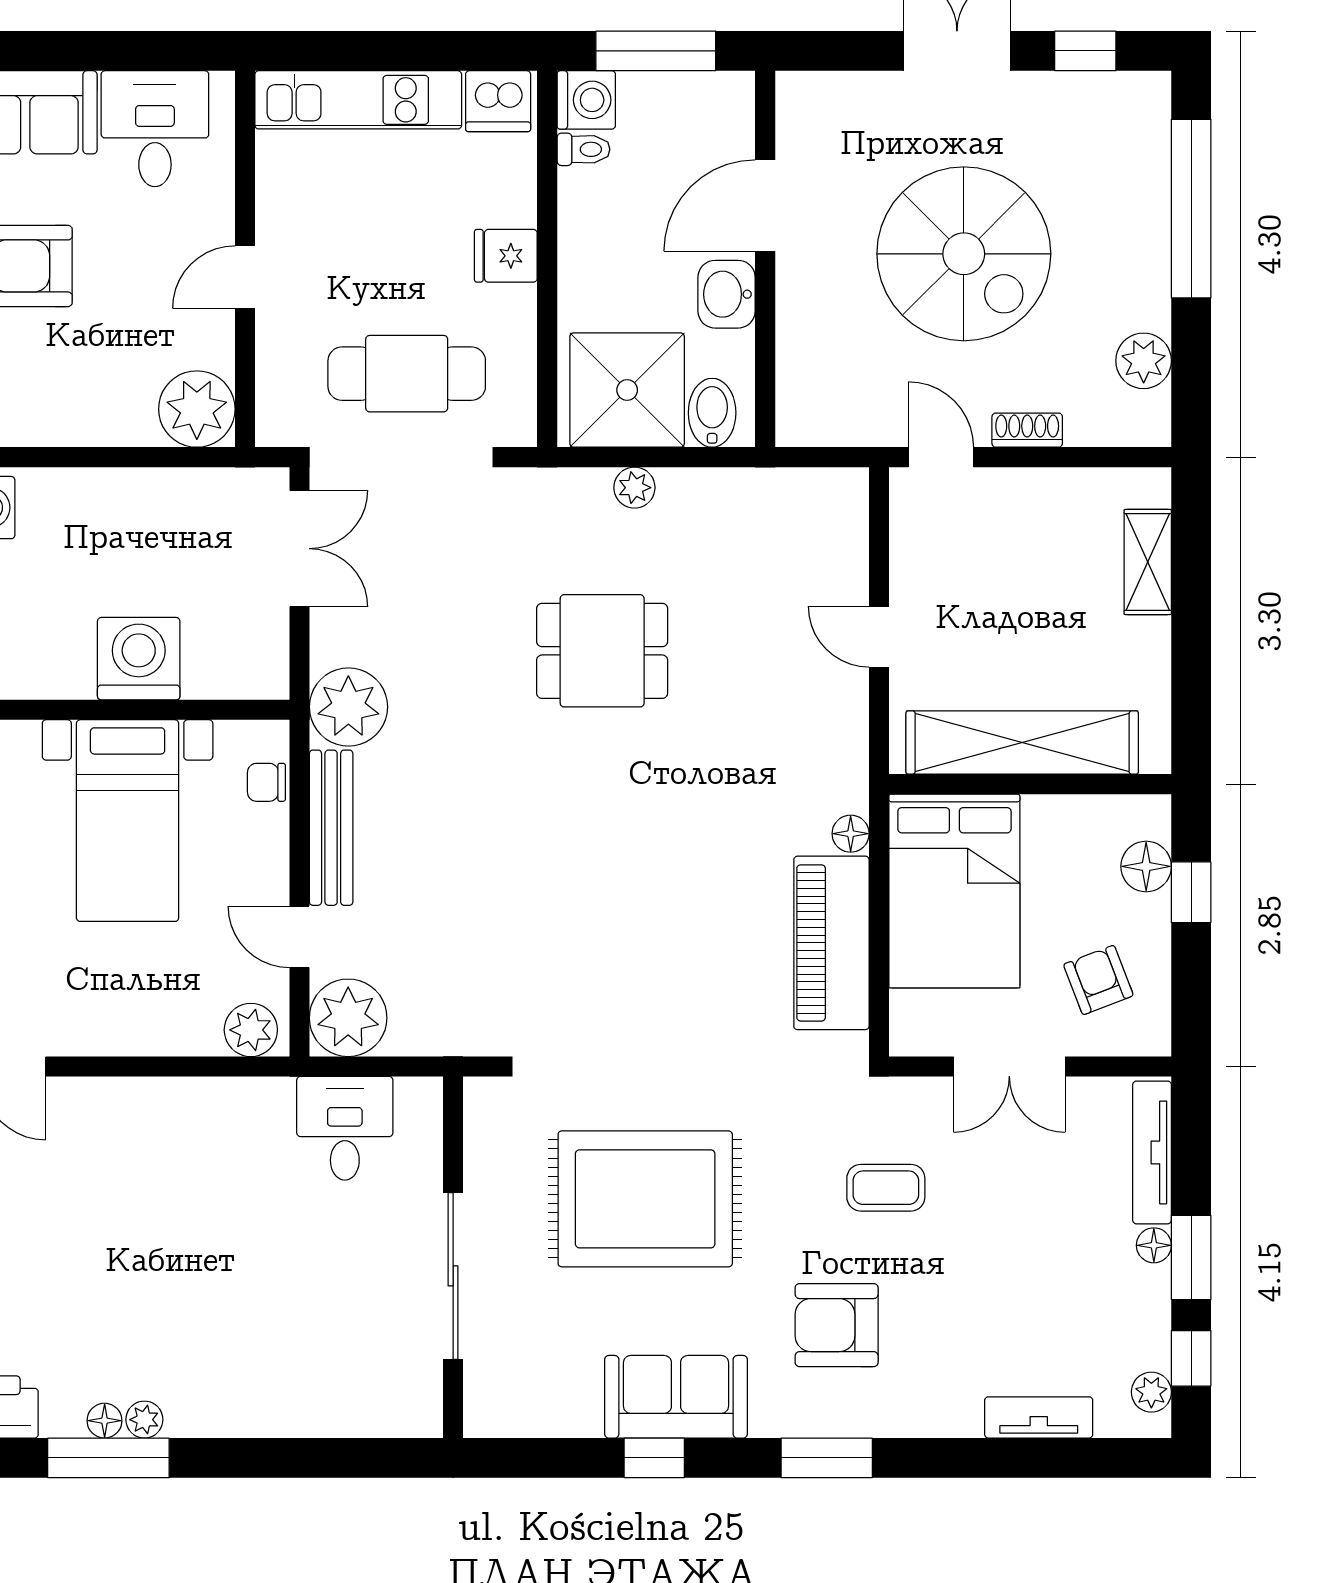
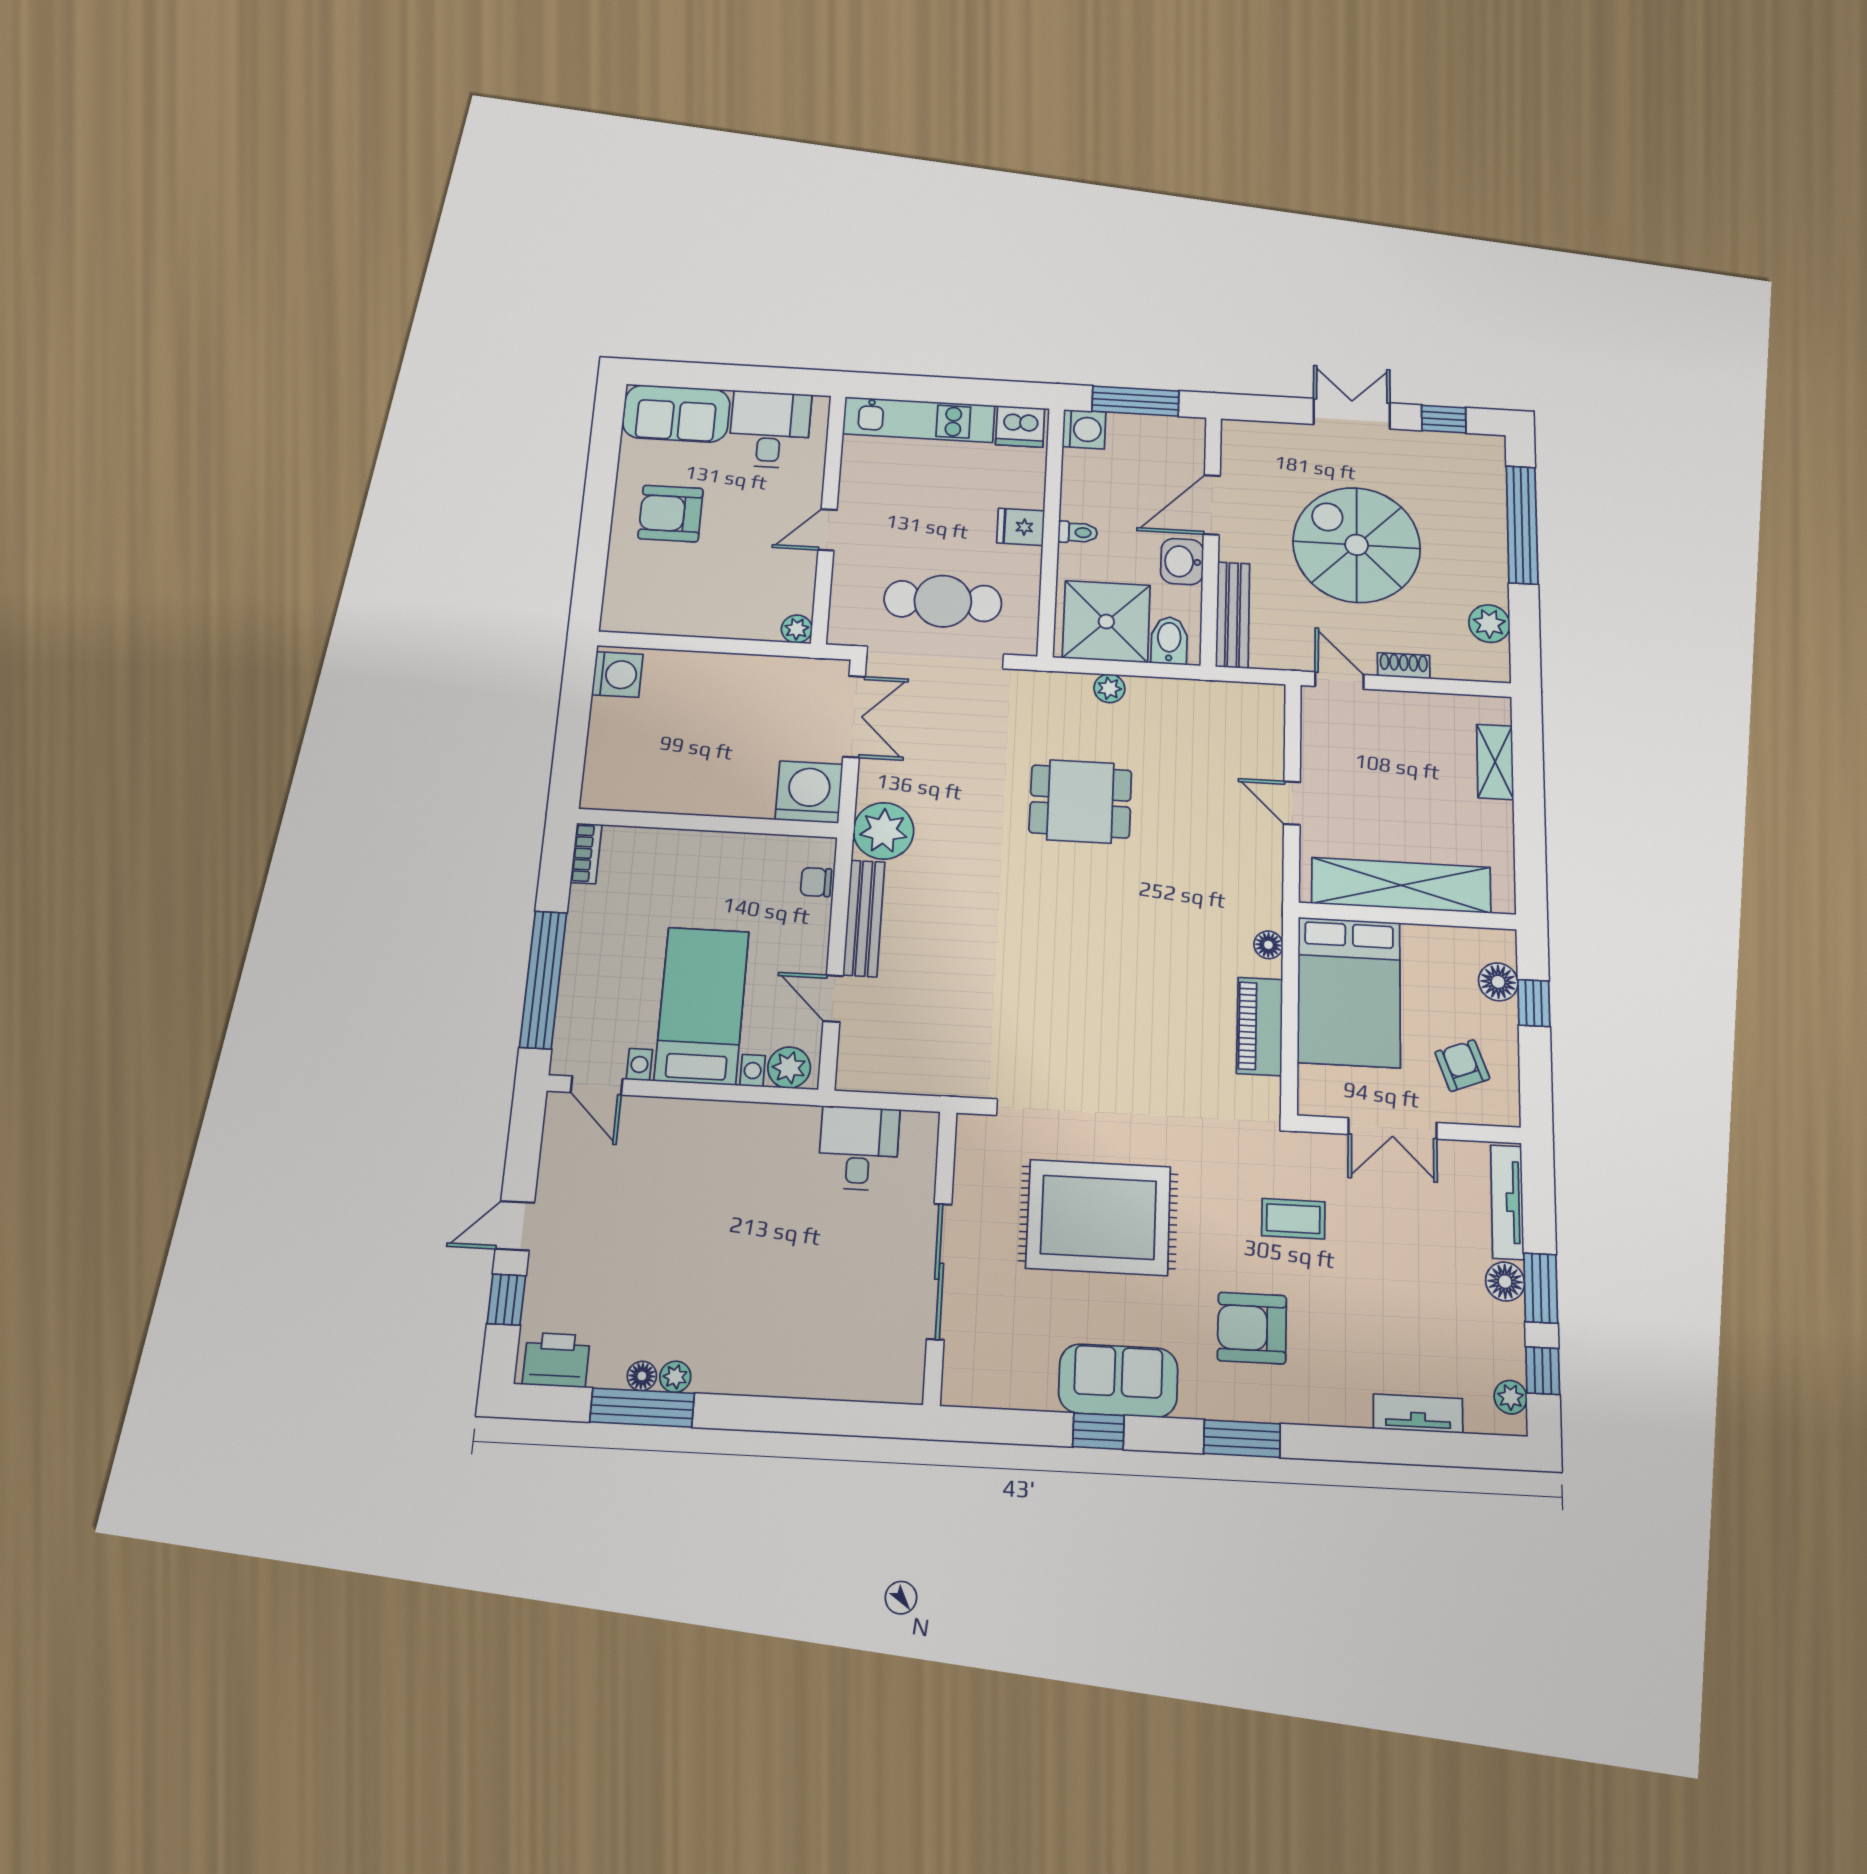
toilet: (583, 149) -> (1078, 532), moved
spiral stairs: (964, 254) -> (1357, 545), turned 180
bench: (797, 370) -> (1233, 615), added
plant: (197, 409) -> (797, 629), width x0.53, depth x0.53
washing machine: (139, 659) -> (809, 792), moved
bed with nightstands: (128, 821) -> (702, 1006), moved, turned 180
piano: (831, 943) -> (1260, 1026), width x0.73, depth x0.75
plant: (348, 1018) -> (867, 1062), removed
floor lamp: (1154, 1245) -> (1505, 1282), width x1.37, depth x1.37

